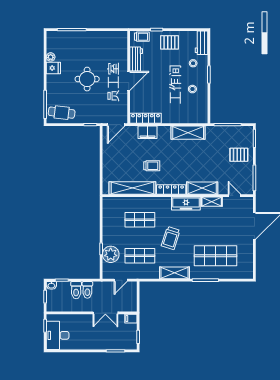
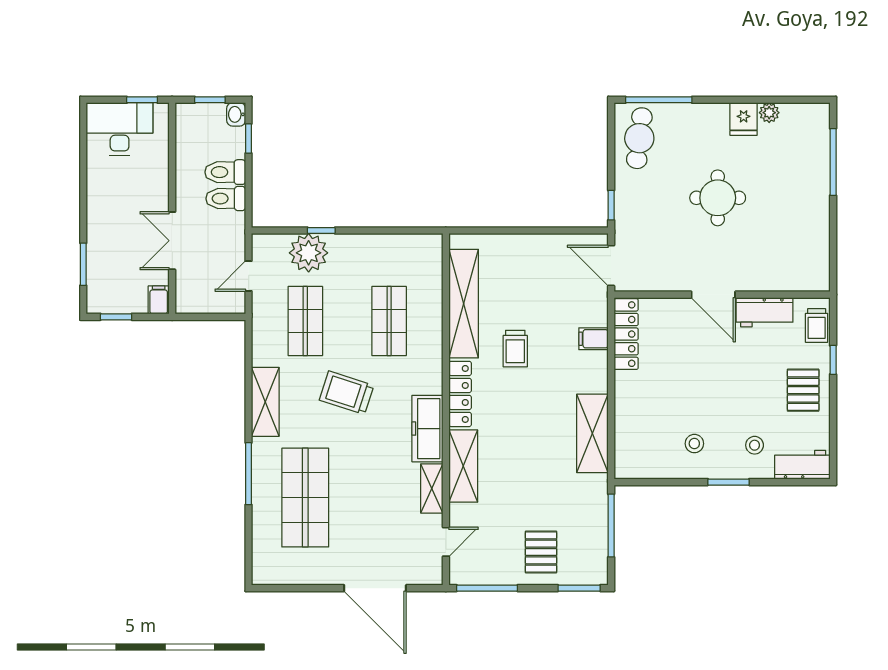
filing cabinet: (147, 132) -> (594, 339), width x0.50
door: (121, 280) -> (249, 276), hinge flipped

